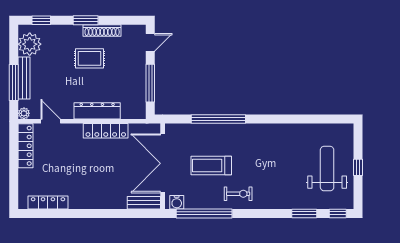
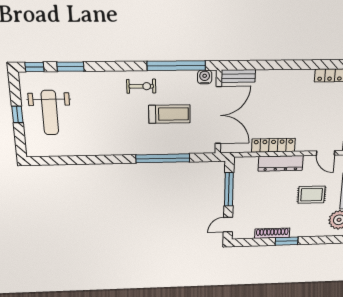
window: (41, 20) -> (327, 240), removed
rug: (89, 58) -> (311, 195), moved
exercise bike: (238, 194) -> (141, 86), turned 180

